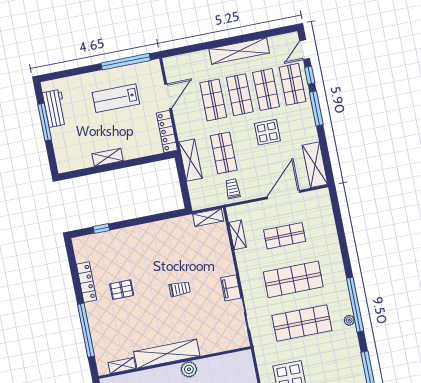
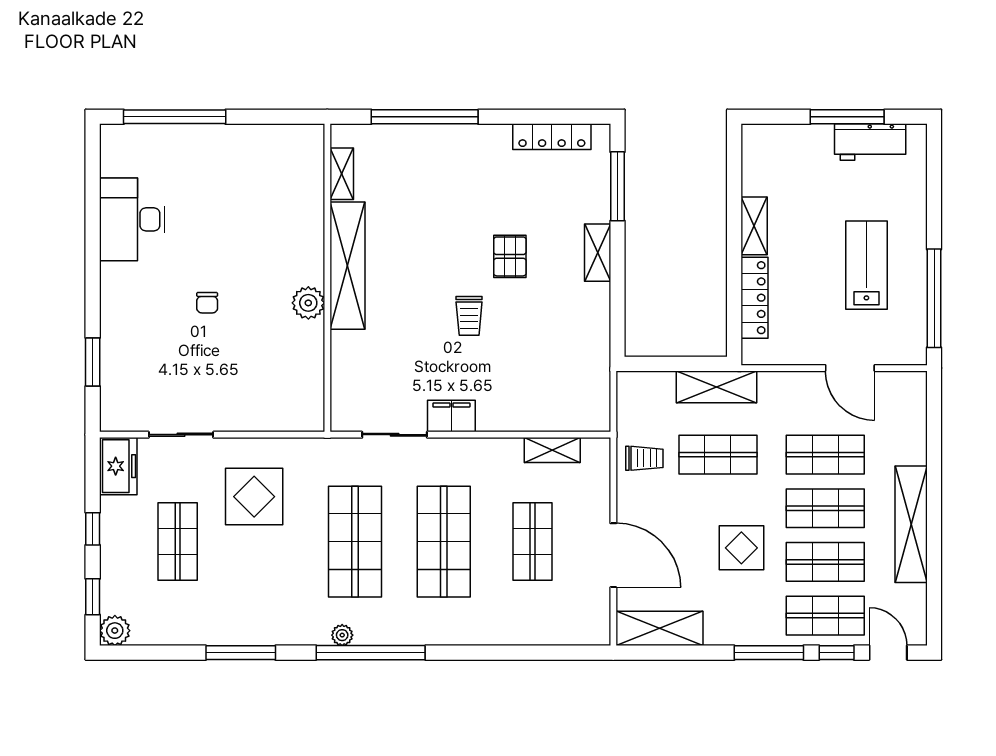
locker: (167, 131) -> (754, 298), moved, turned 90
shelving: (208, 218) -> (598, 253), moved
window: (101, 228) -> (617, 186), width x2.17
locker: (87, 282) -> (552, 137), moved
pallet: (122, 290) -> (510, 256), moved

